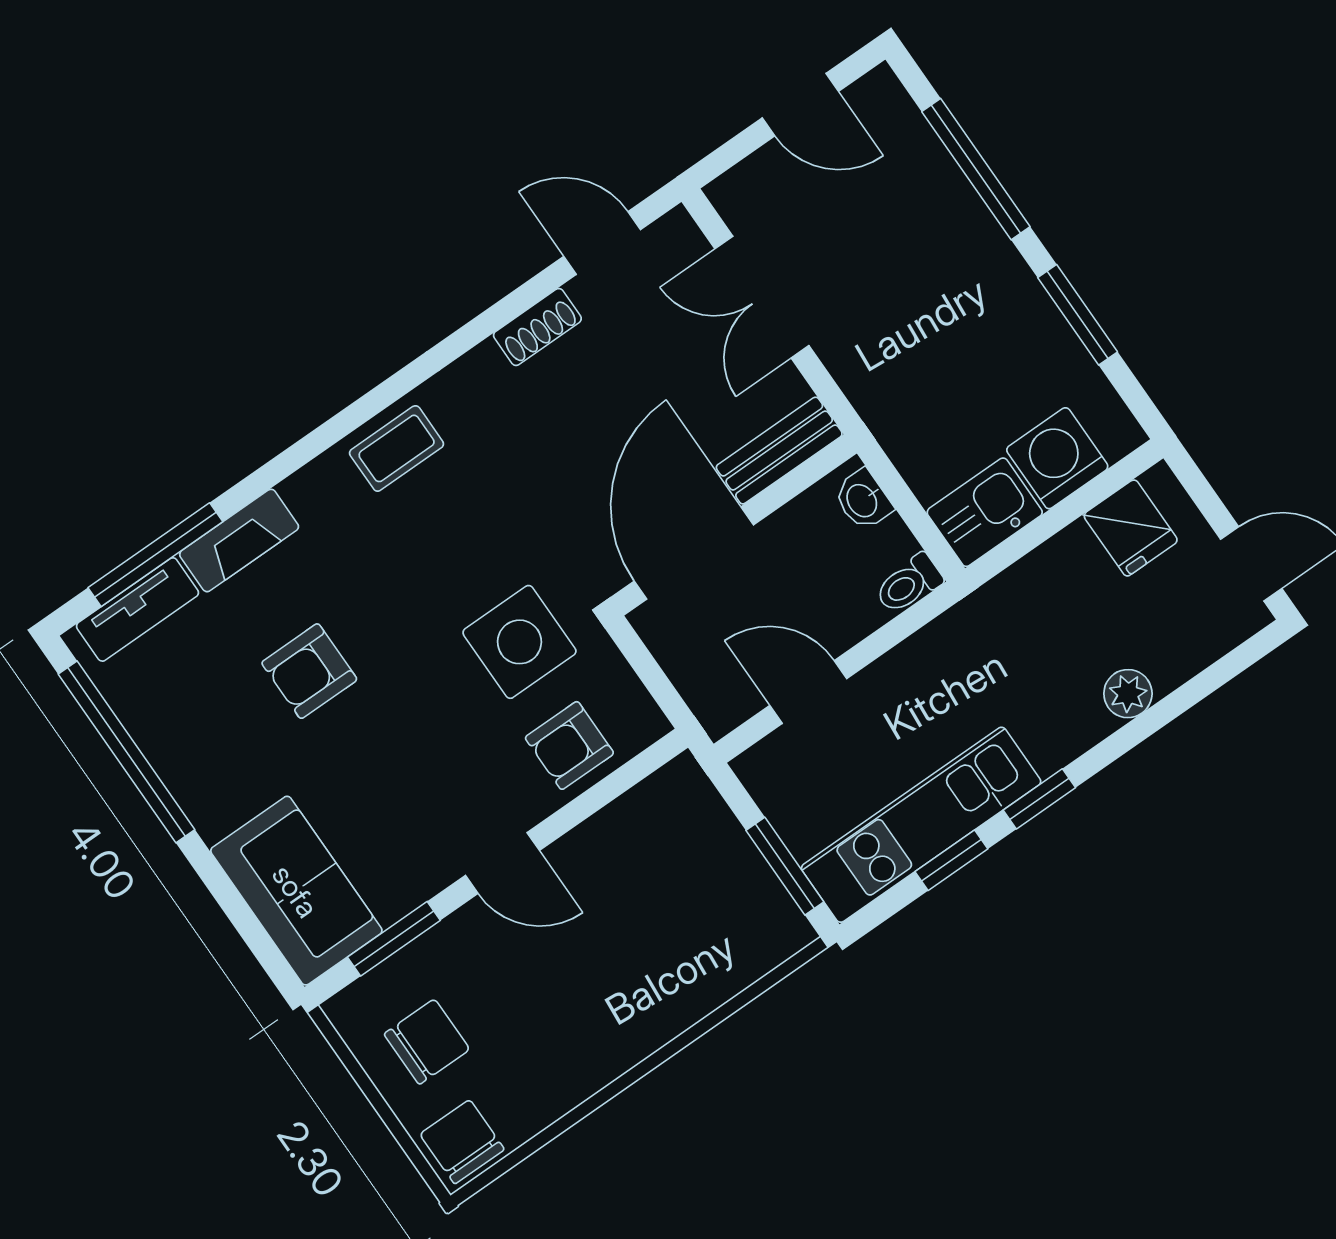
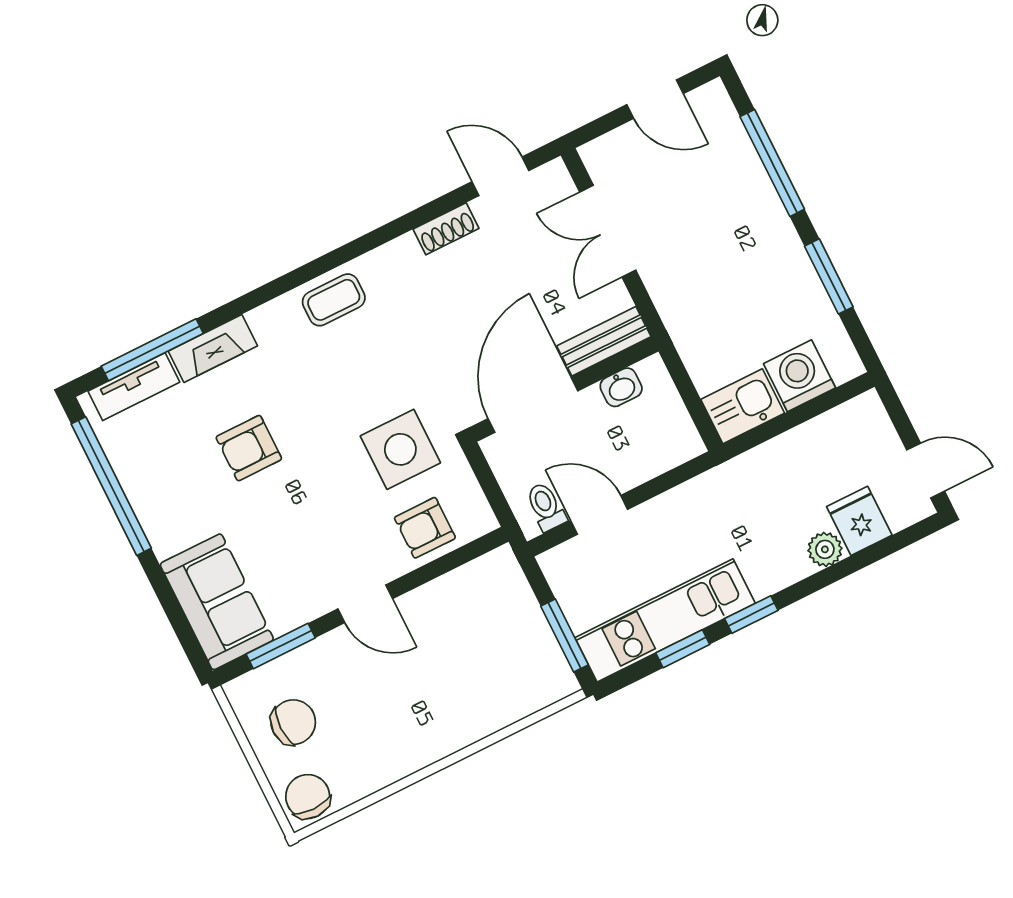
washbasin: (863, 500) -> (621, 387), moved, turned -90
fridge: (1131, 528) -> (859, 521), moved, turned 180
toilet: (909, 584) -> (546, 507), moved, turned 90

